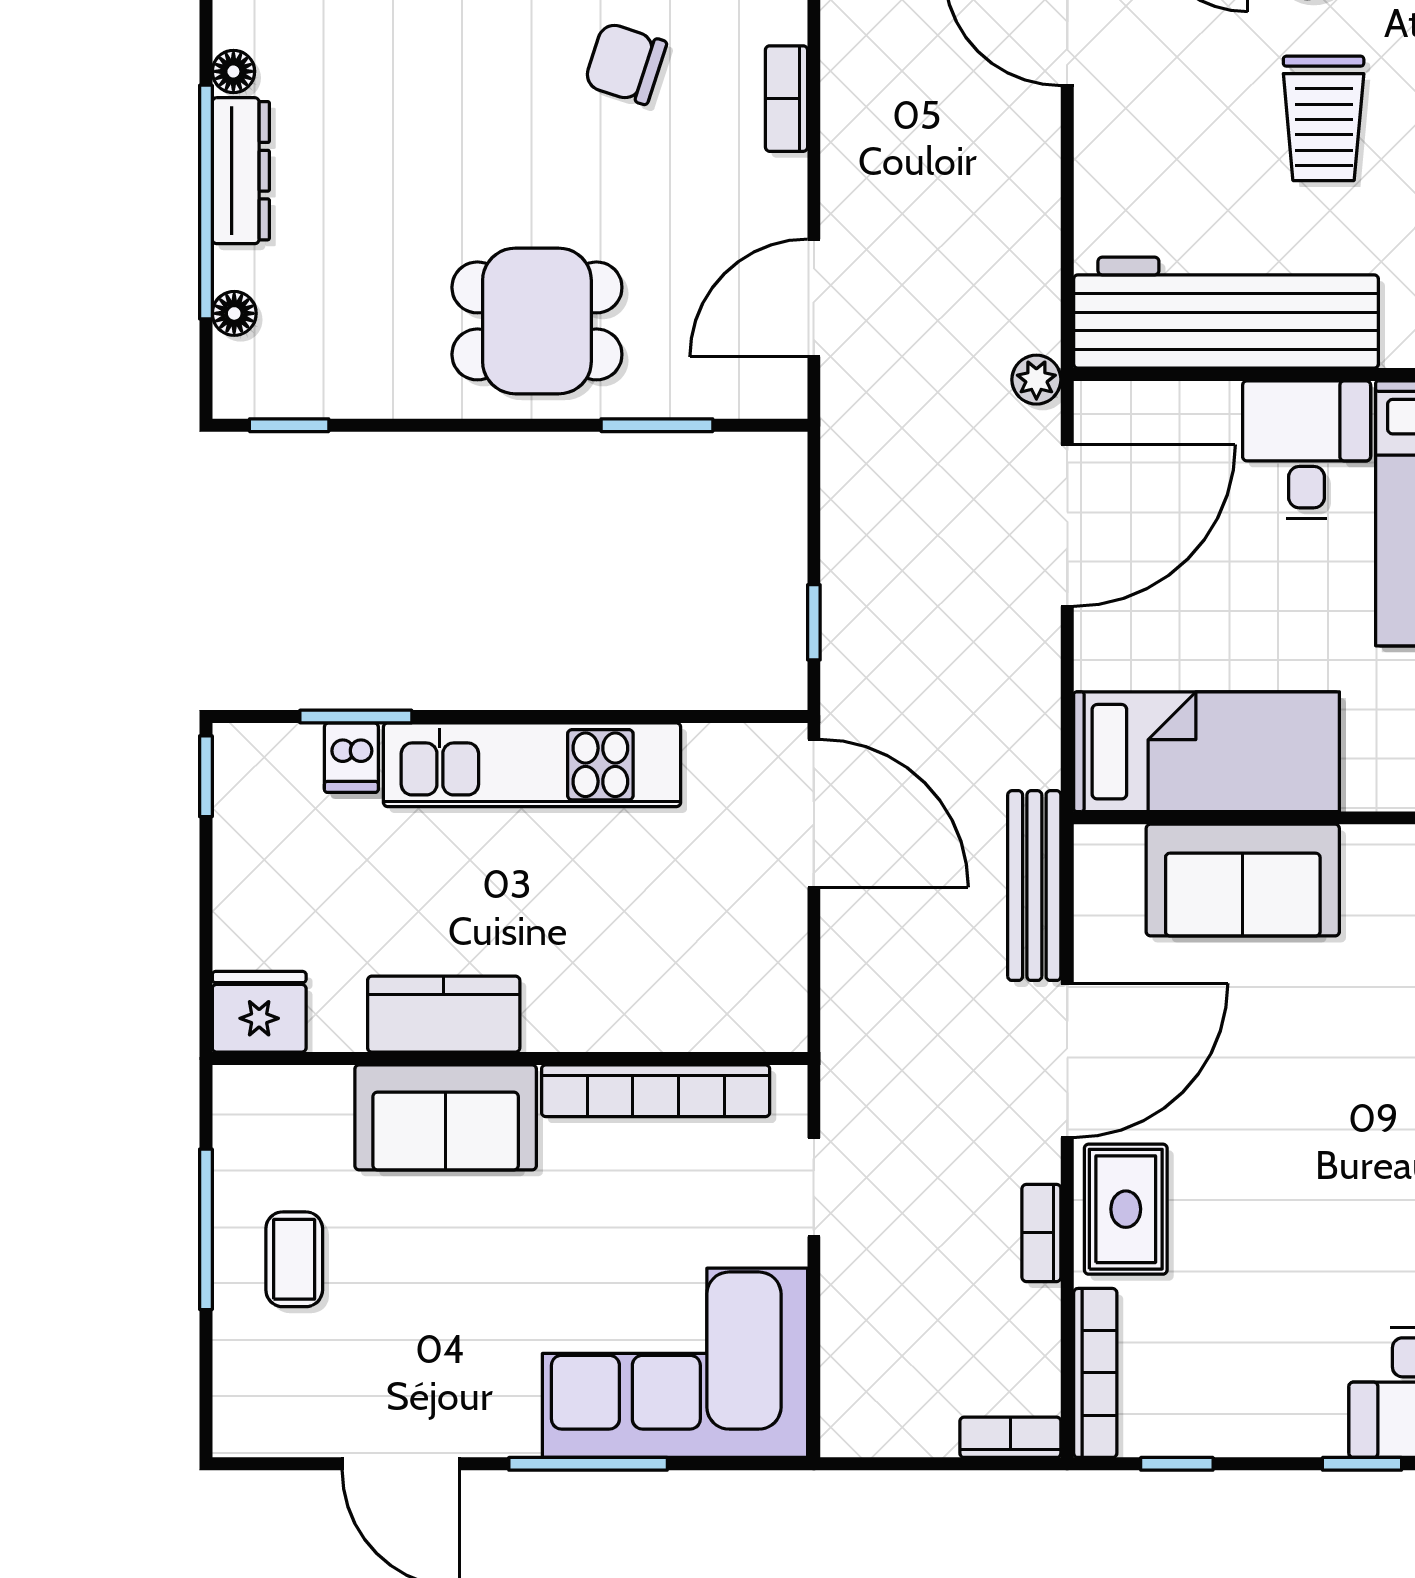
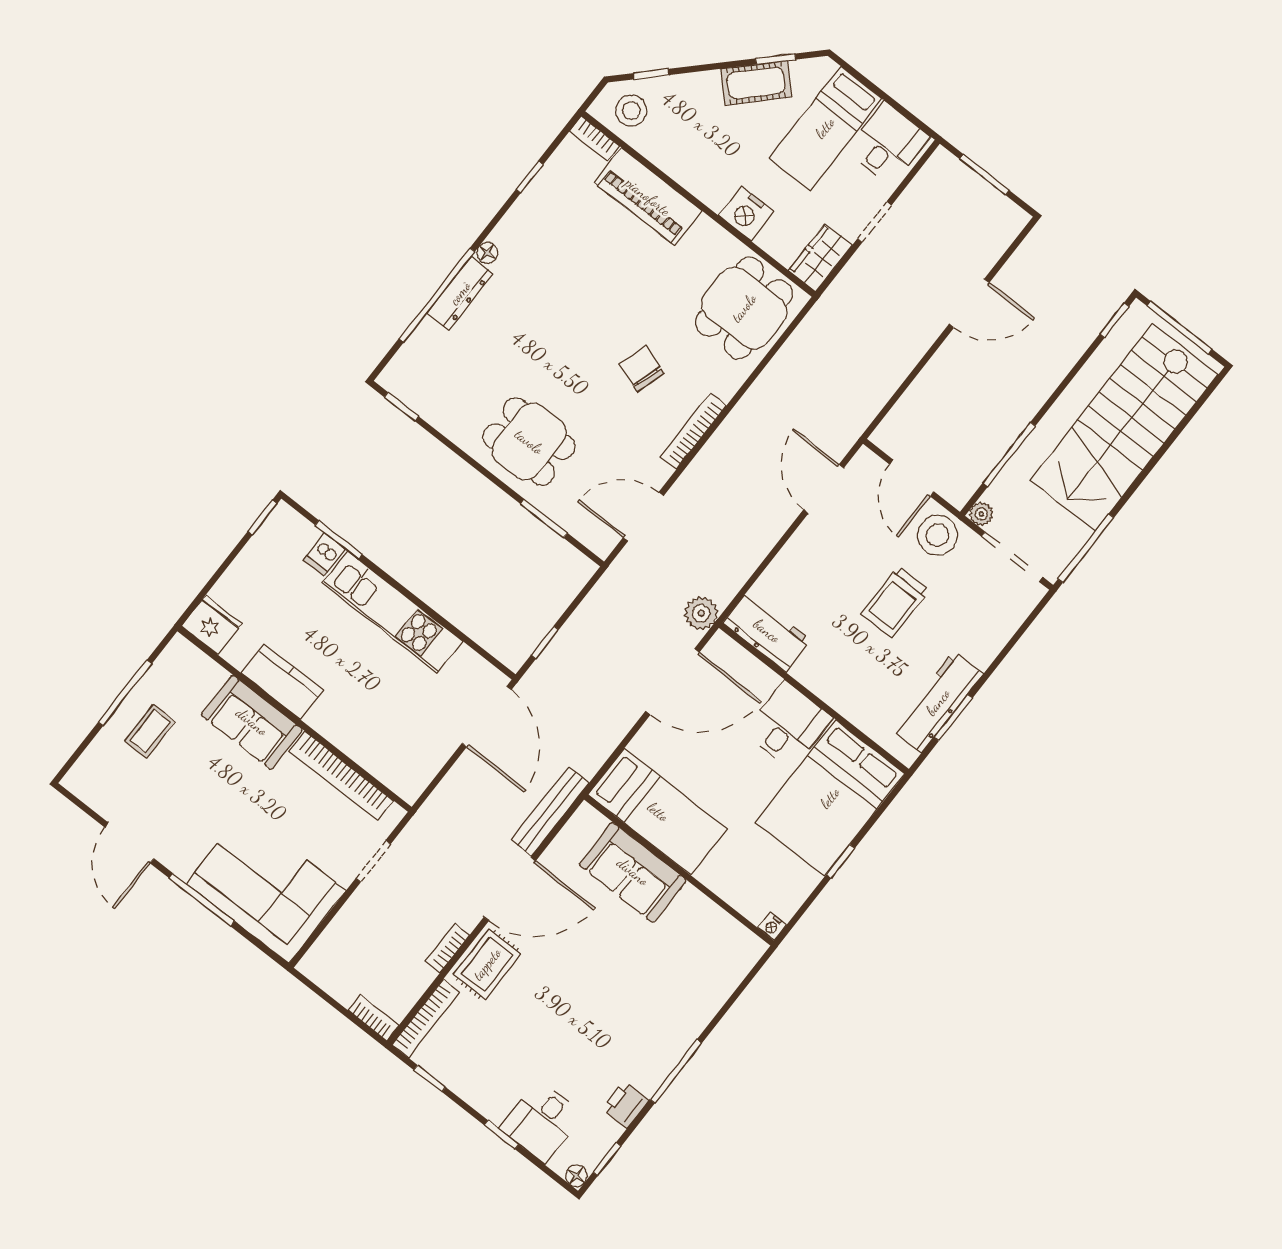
bookcase: (786, 99) -> (693, 431), width x1.56
floor lamp: (234, 313) -> (414, 347), removed
workbench: (1226, 313) -> (767, 631), width x0.53, depth x0.76
plant: (1036, 380) -> (701, 613), width x1.38, depth x1.38

